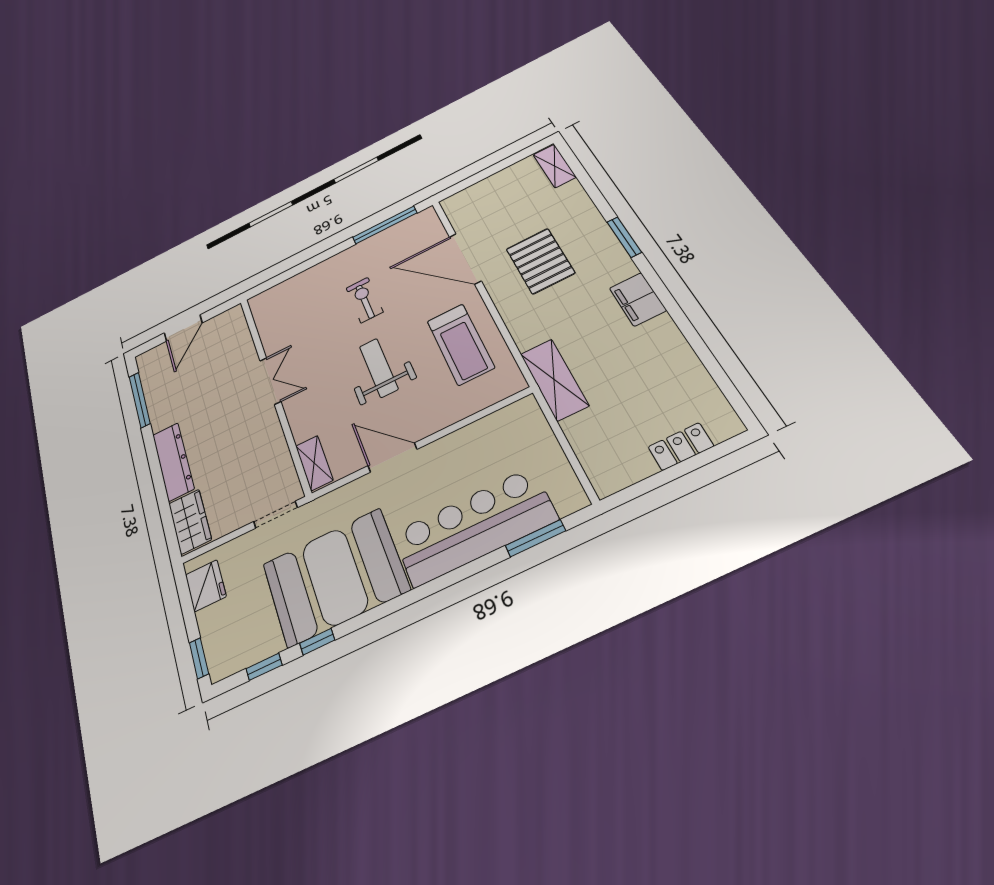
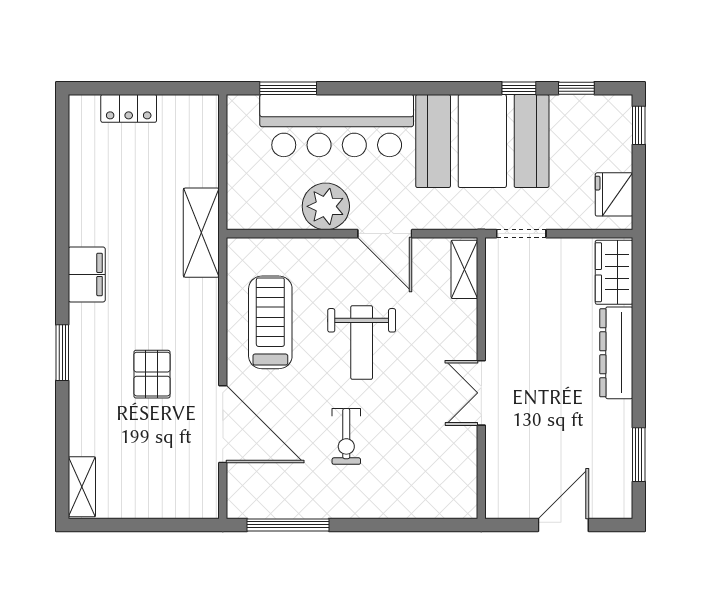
pallet: (540, 261) -> (152, 374), width x0.67, depth x0.71
window: (140, 400) -> (639, 455), width x0.69
plant: (453, 454) -> (326, 206), added

